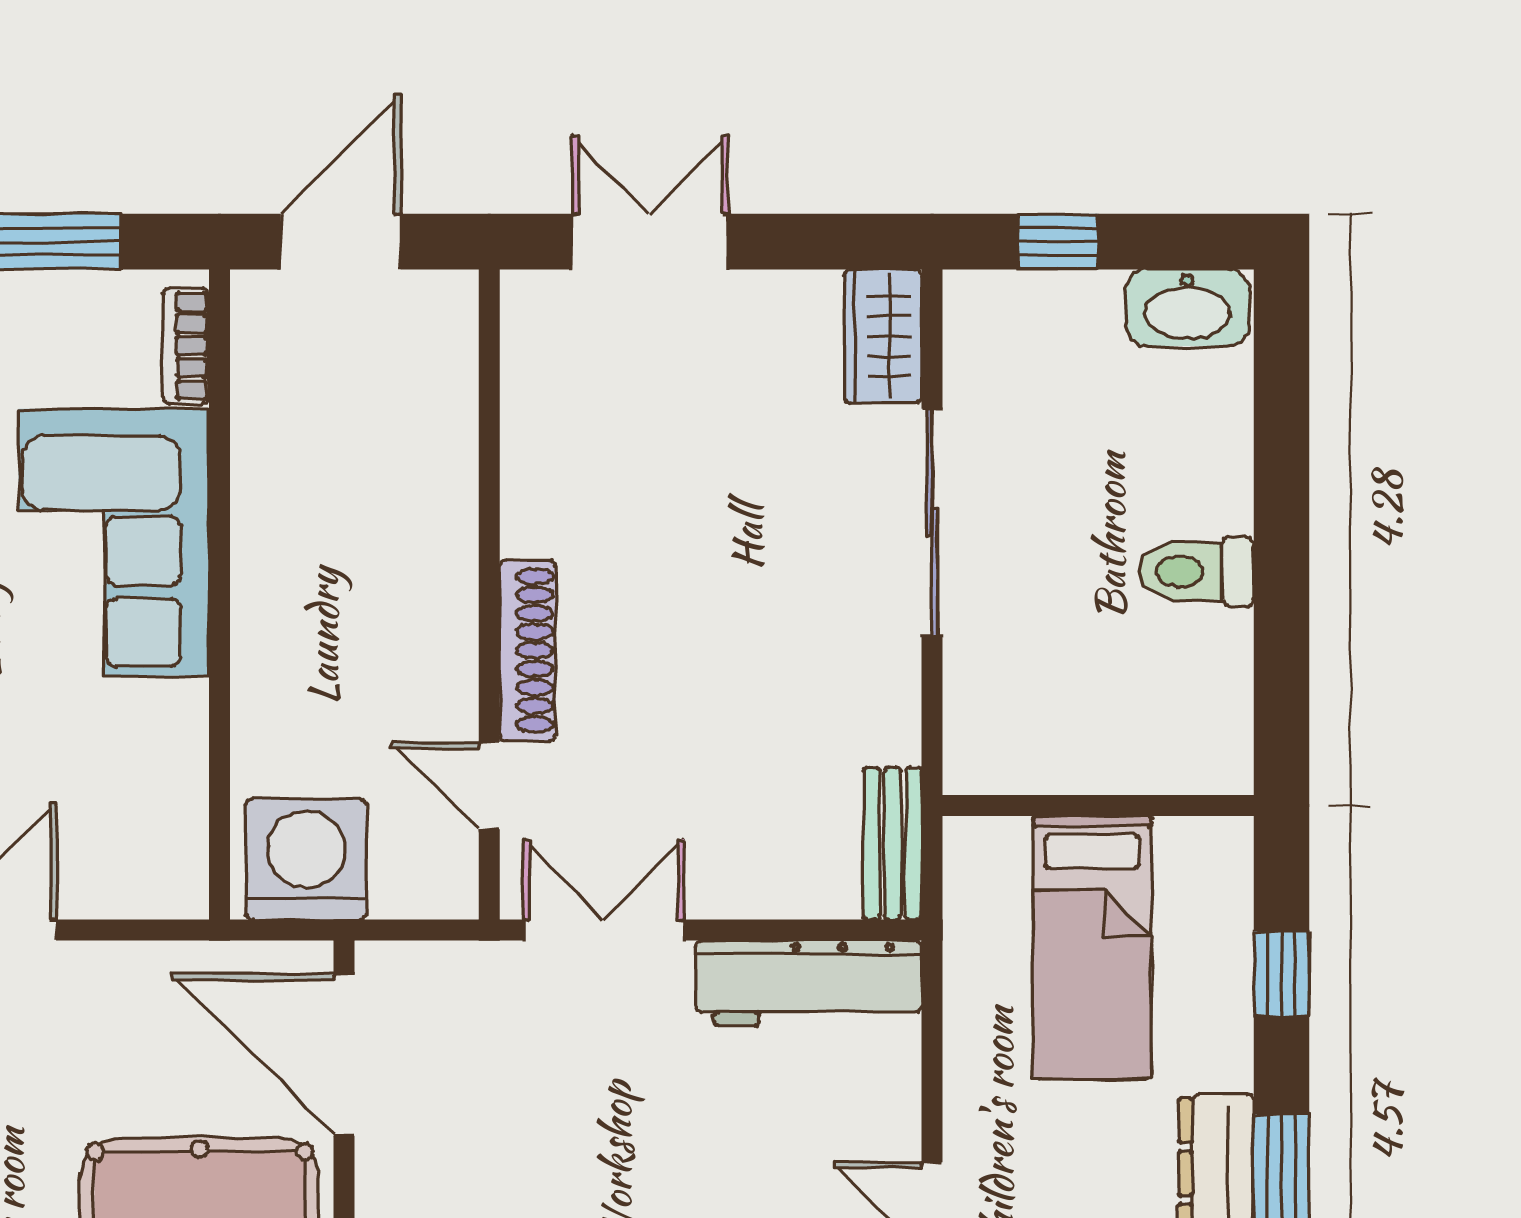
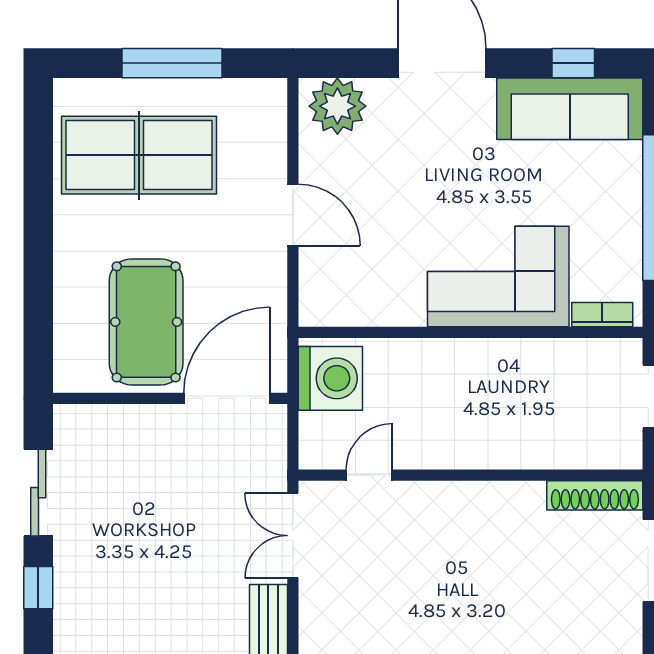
shoe rack: (528, 650) -> (595, 495), moved
double door: (603, 930) -> (293, 536), swing flipped

